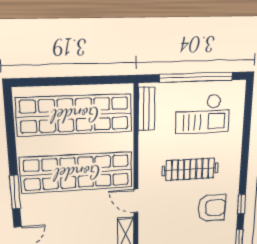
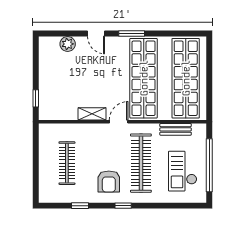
bench: (146, 109) -> (176, 129), moved
clothes rail: (190, 169) -> (141, 163), width x1.37, depth x1.31
window: (241, 204) -> (123, 206), moved

